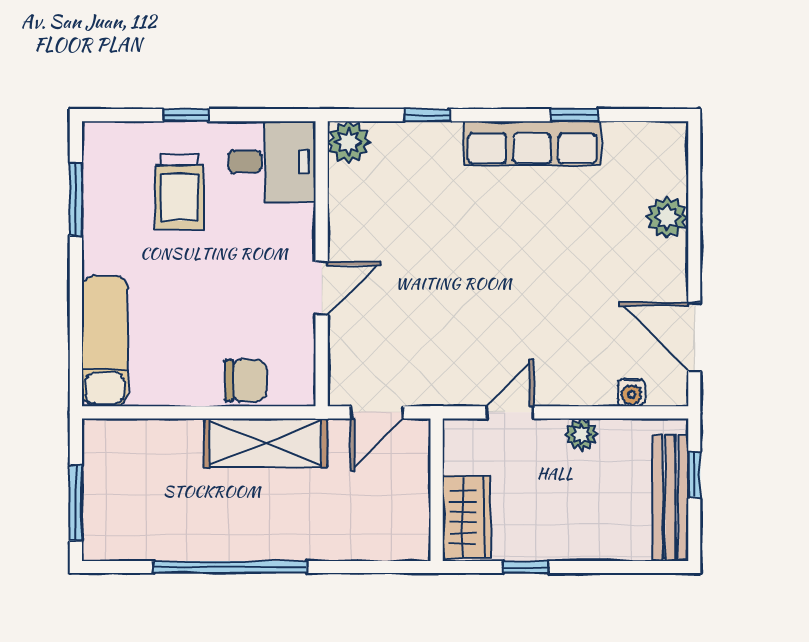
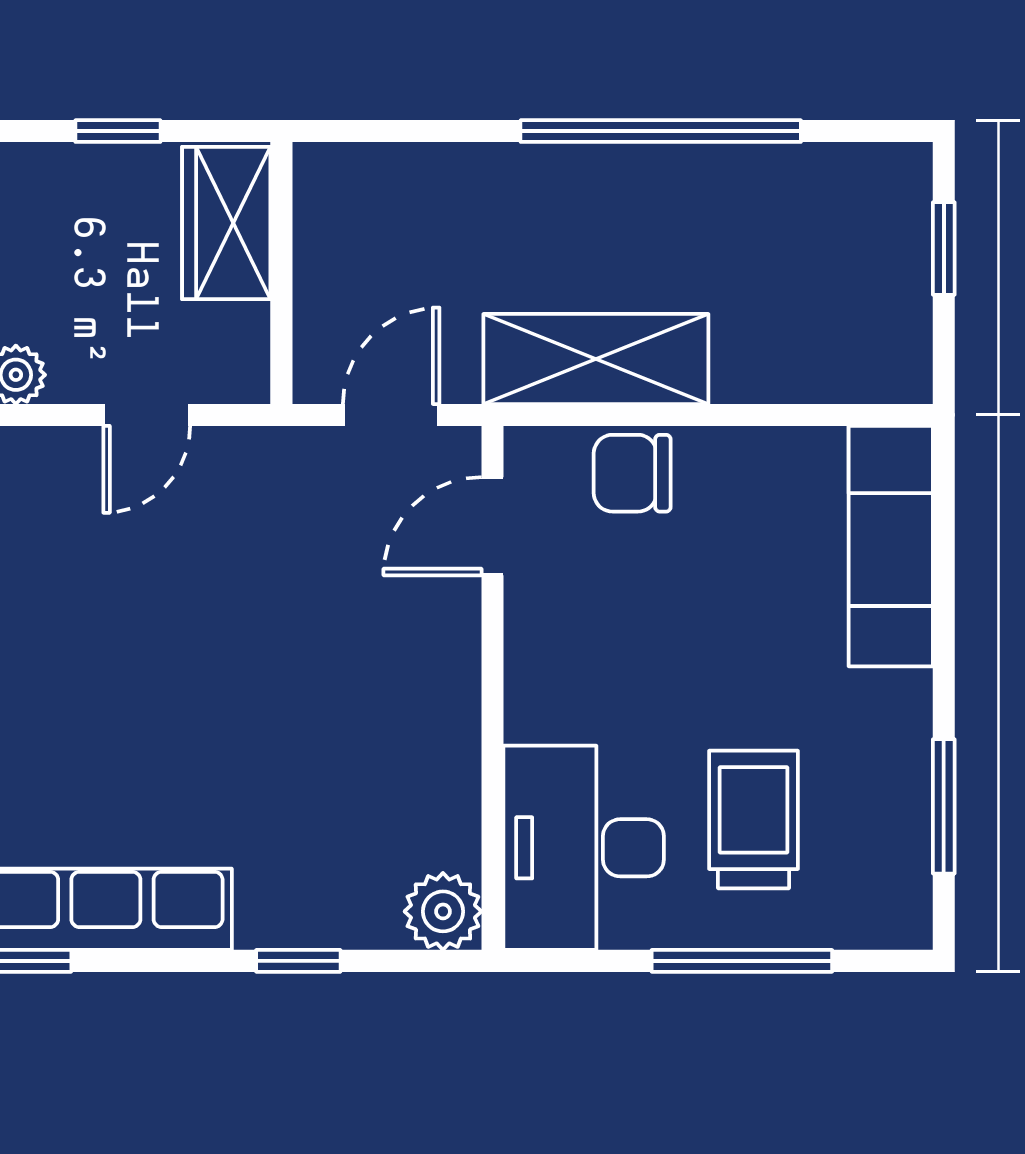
window: (186, 115) -> (742, 961), width x2.17
desk: (272, 162) -> (584, 848), width x1.37
door: (322, 288) -> (492, 526), moved
window: (76, 503) -> (944, 249), width x0.67

